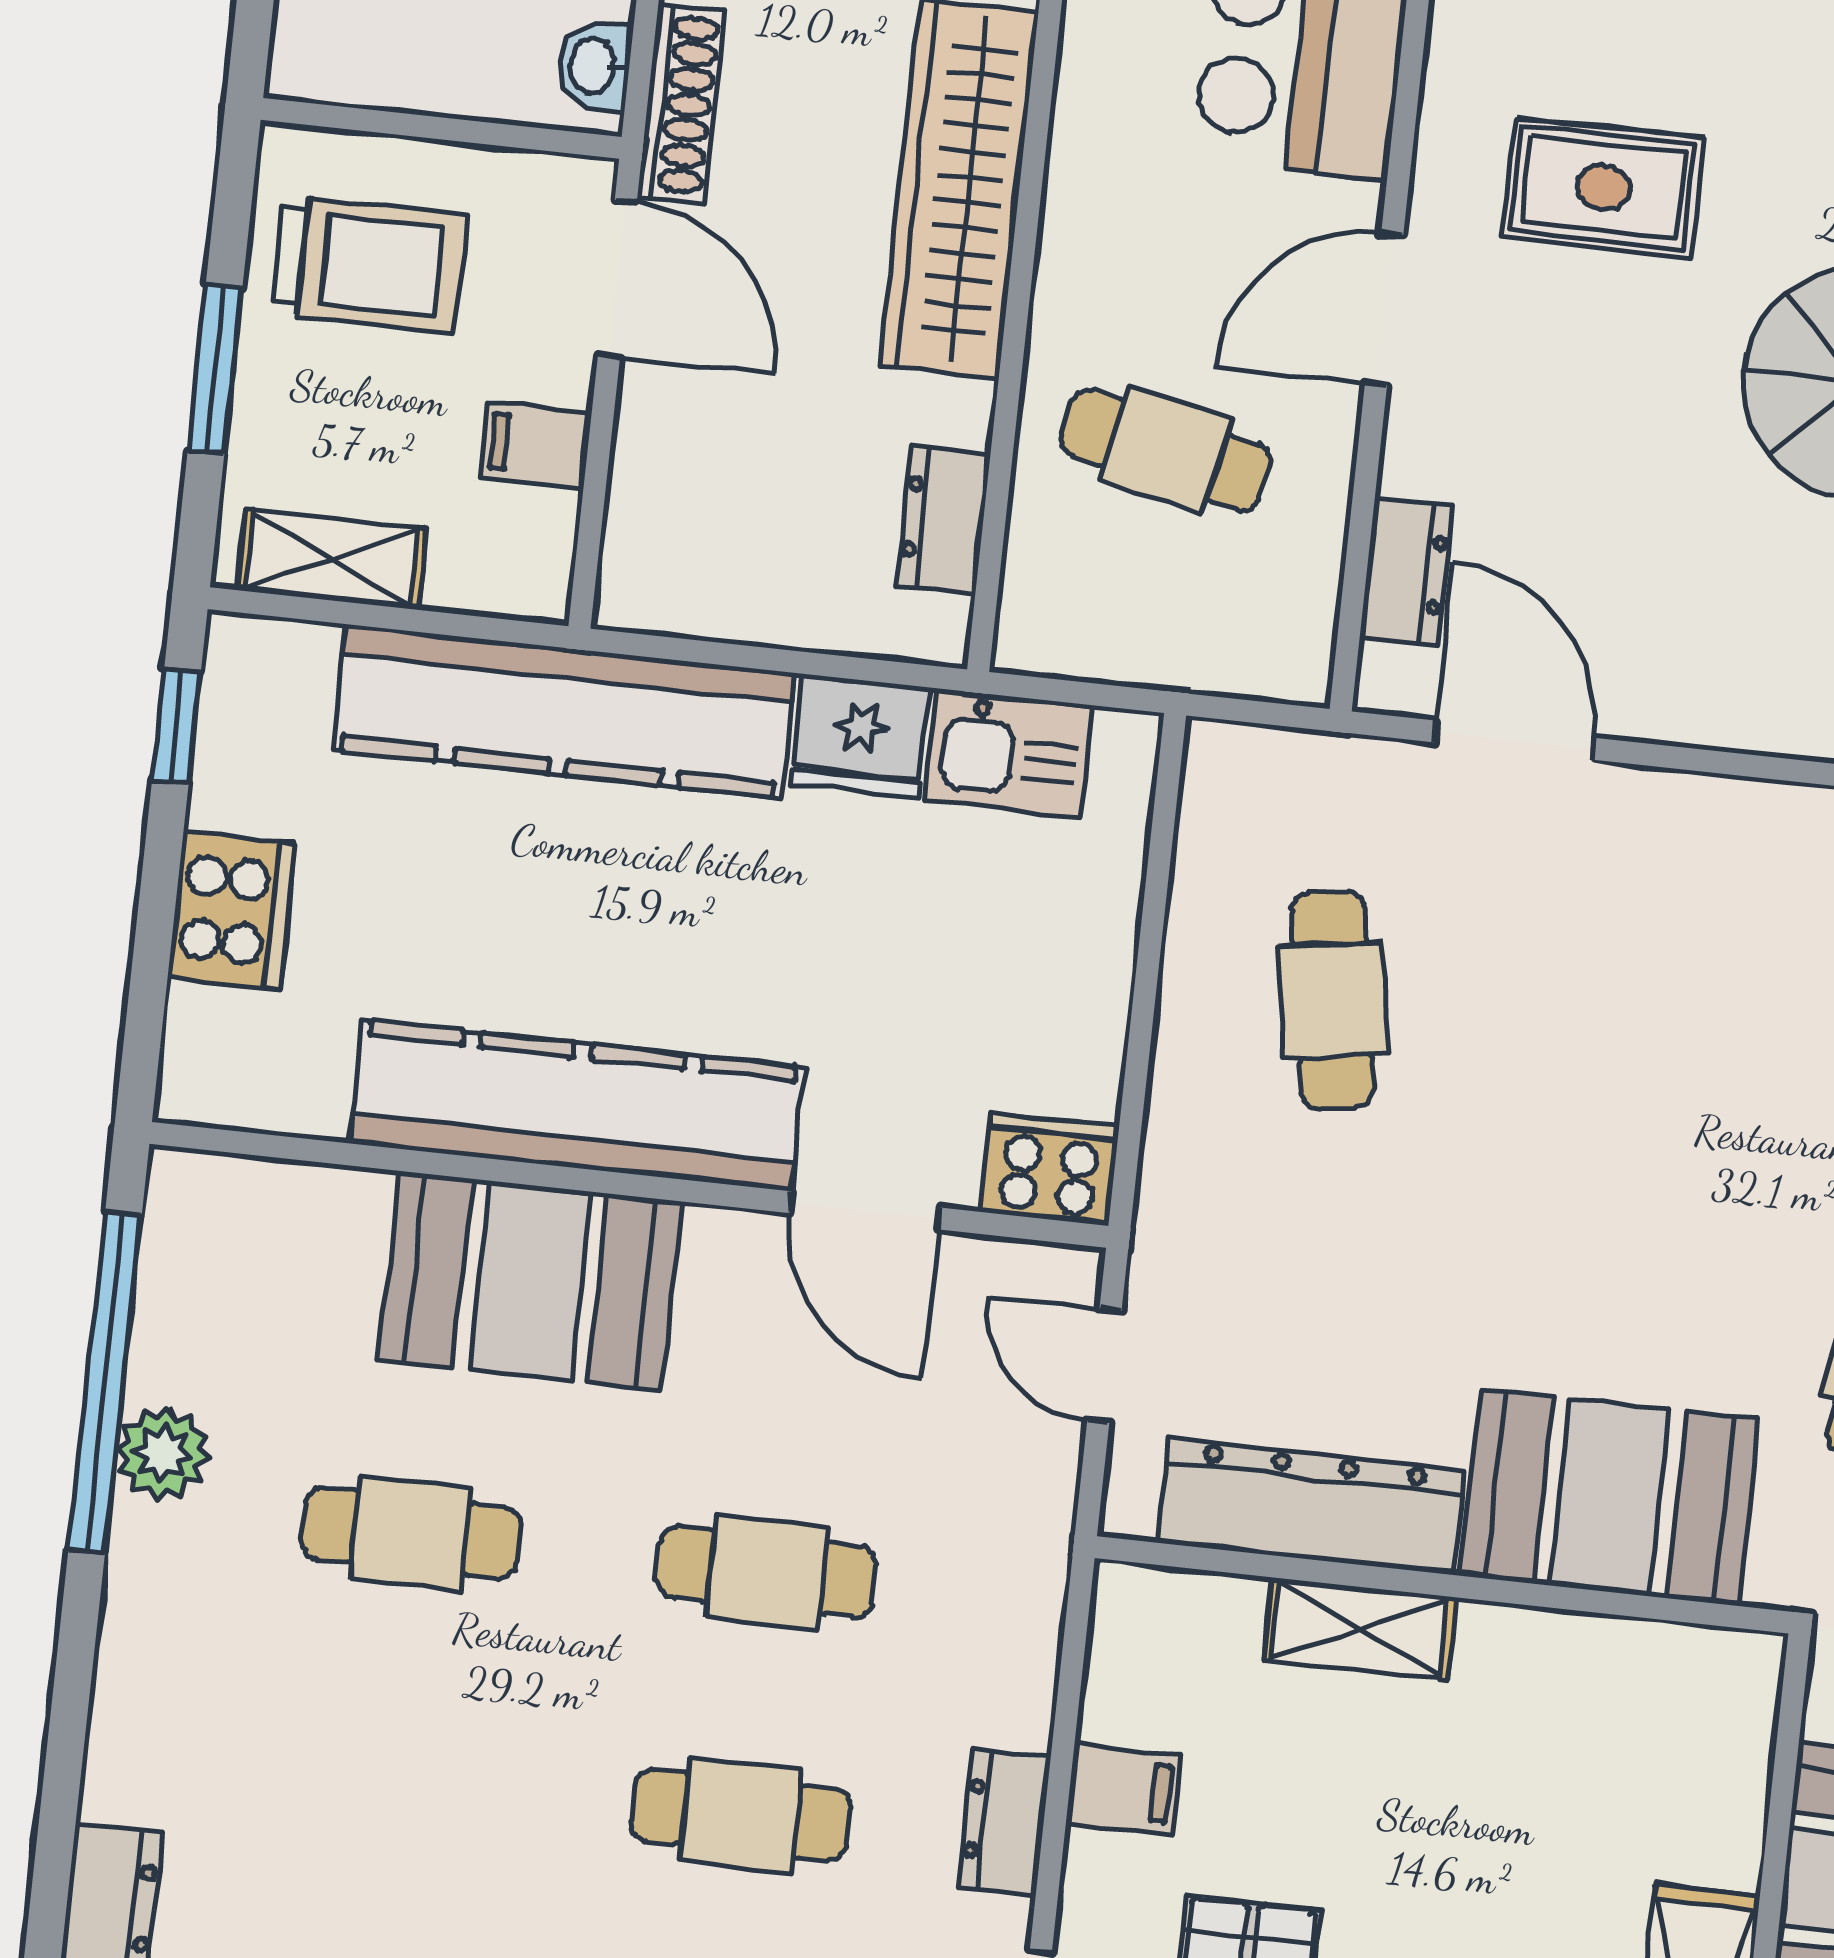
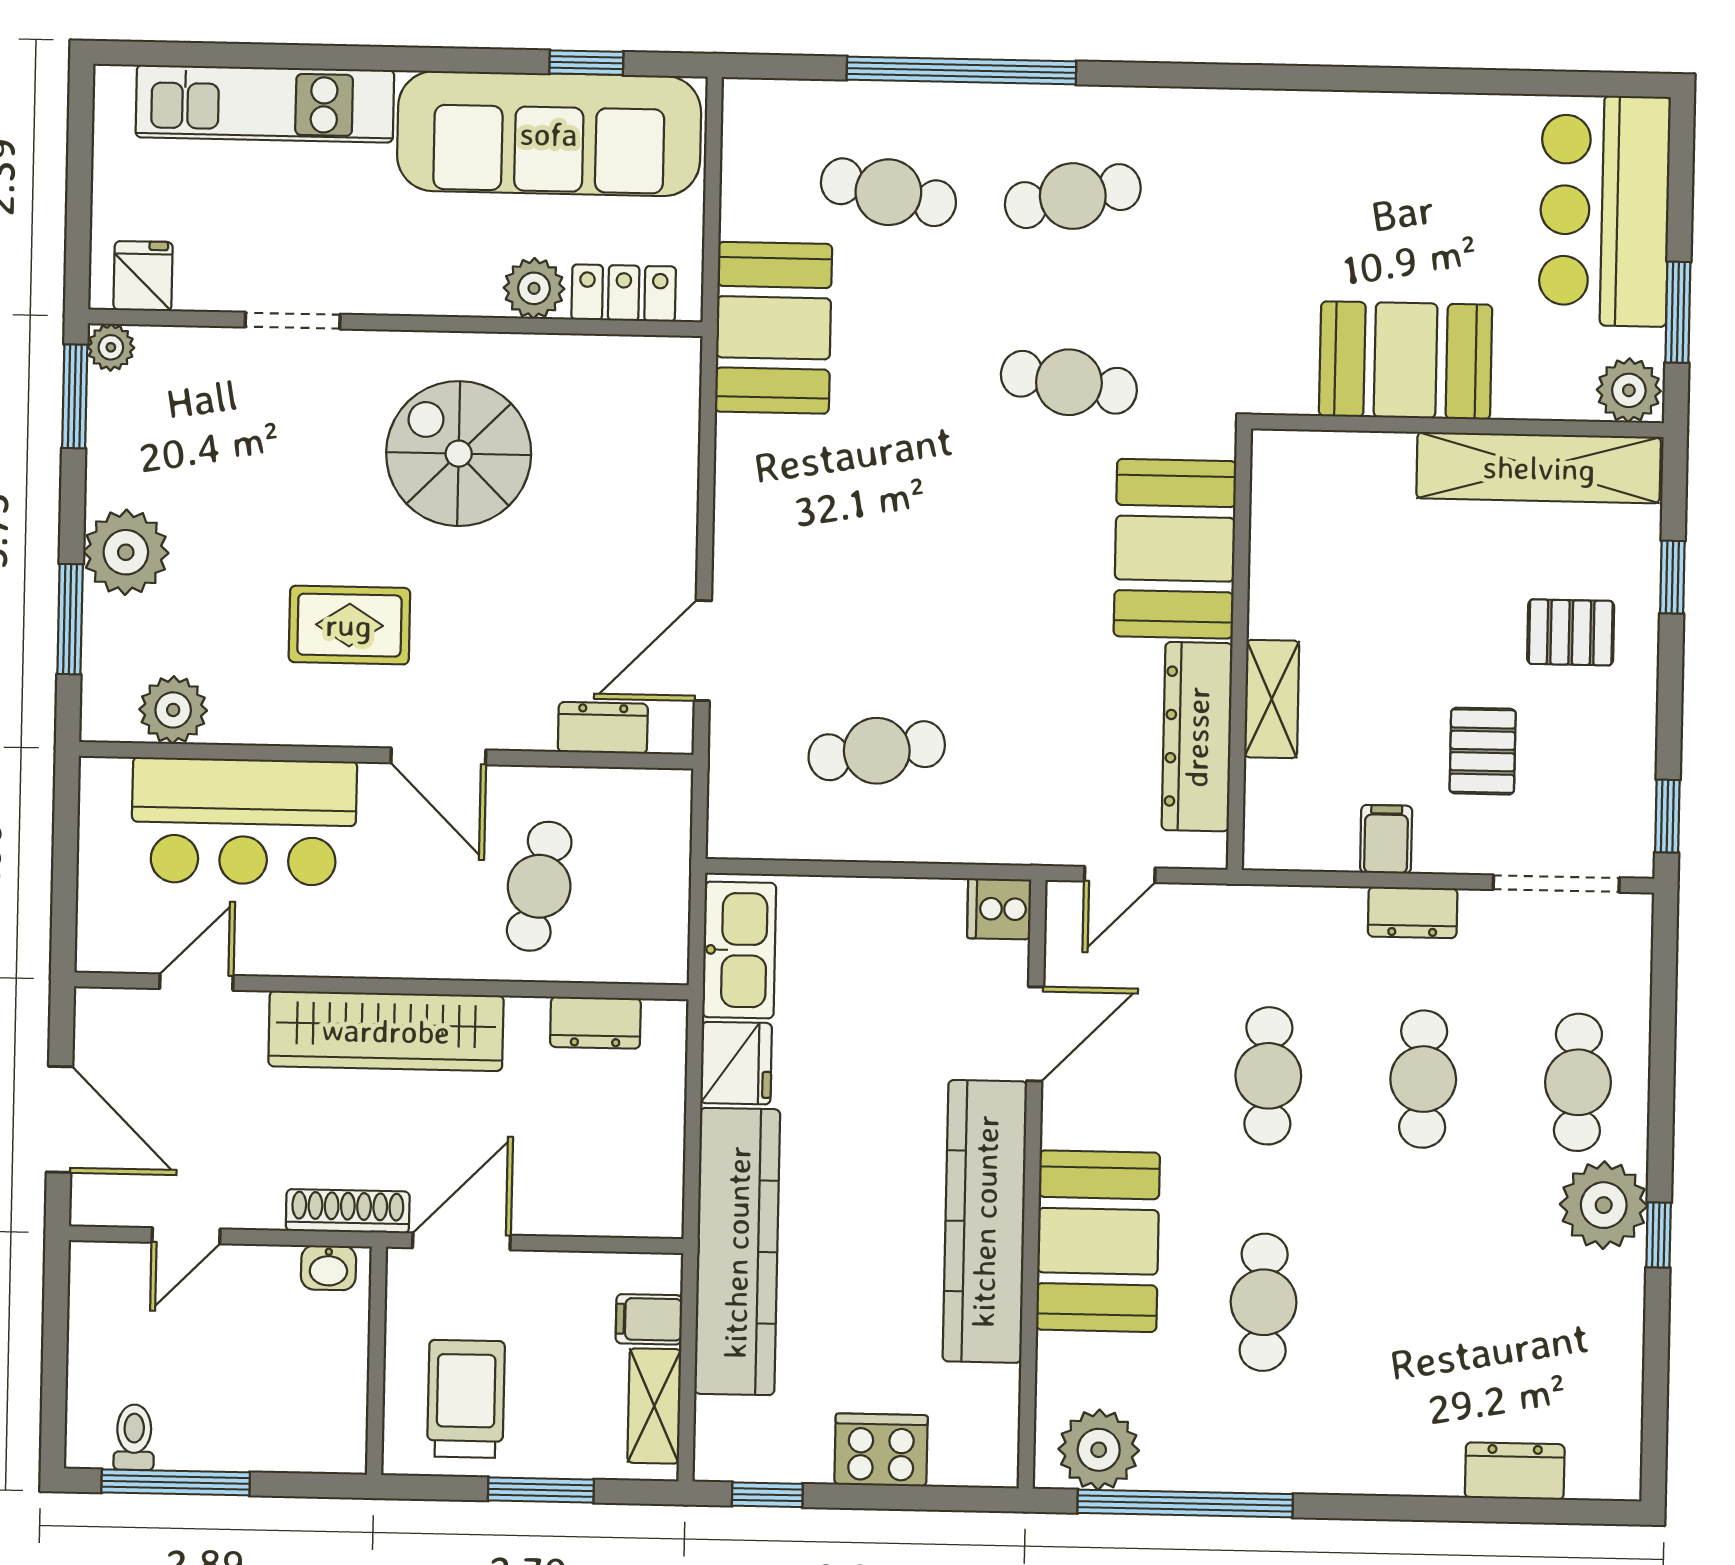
rug: (1603, 187) -> (349, 625), turned 90
filing cabinet: (536, 445) -> (649, 1319), moved, turned 90
kitchen sink: (1009, 753) -> (739, 950), width x1.38
cooker: (1050, 1169) -> (999, 909), width x0.73
plant: (163, 1454) -> (1099, 1450), moved, width x1.36, depth x1.36

